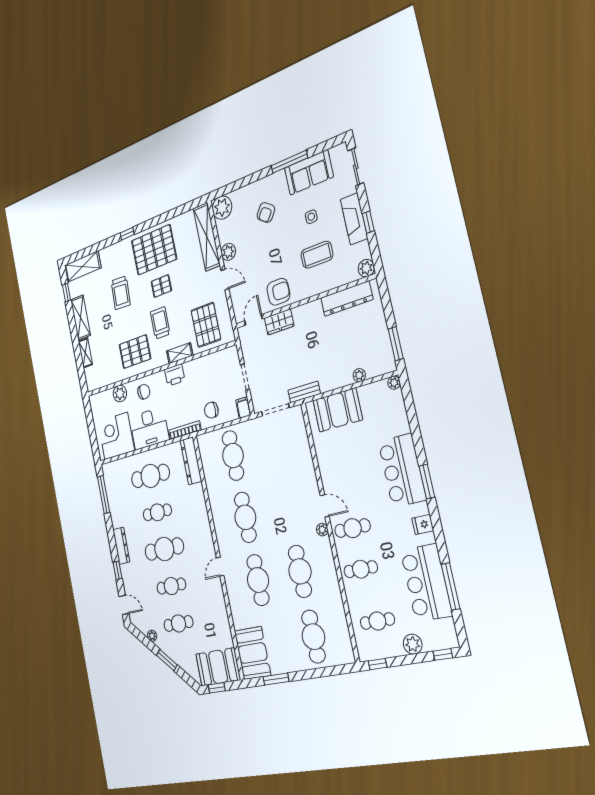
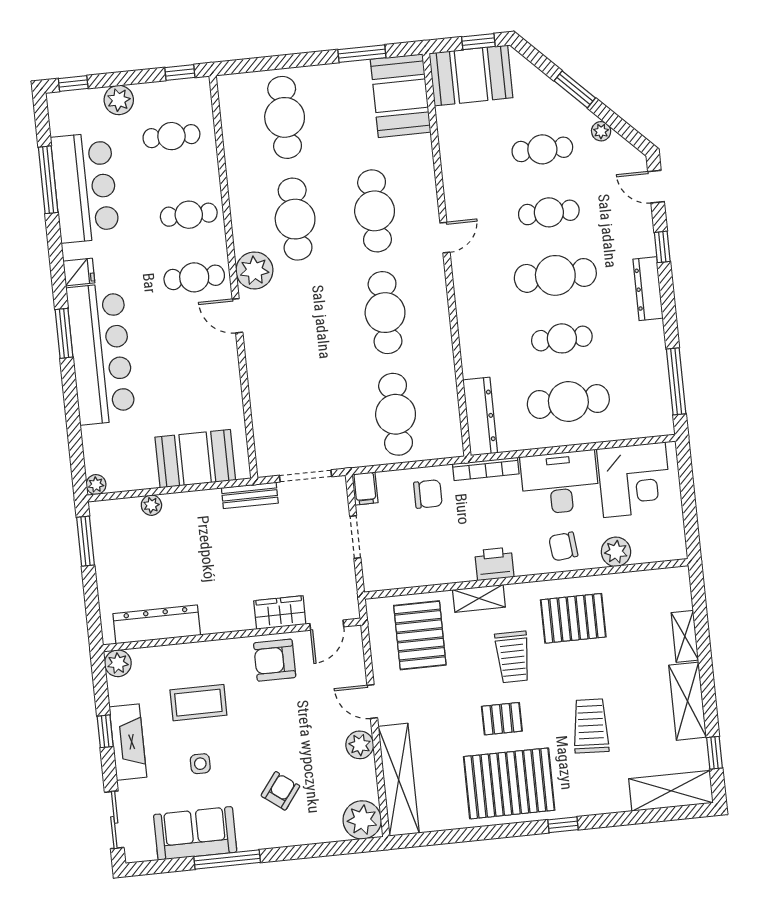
bar counter: (402, 471) -> (101, 354), width x1.36
plant: (322, 530) -> (254, 270), width x1.87, depth x1.87

